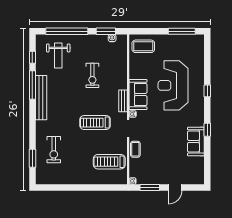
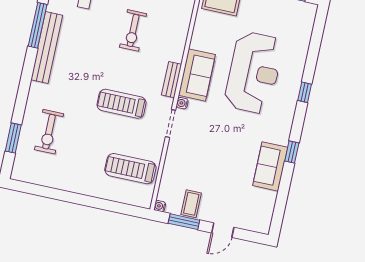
reception desk: (173, 85) -> (254, 73), turned 180
coffee table: (135, 149) -> (191, 204), moved

